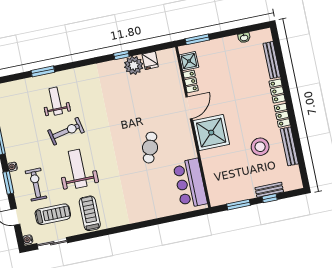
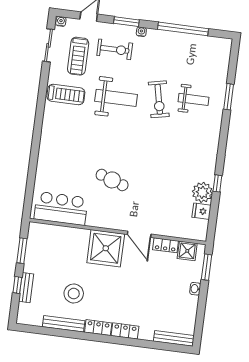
washbasin: (244, 38) -> (195, 289), moved
bench: (272, 60) -> (174, 338), moved

